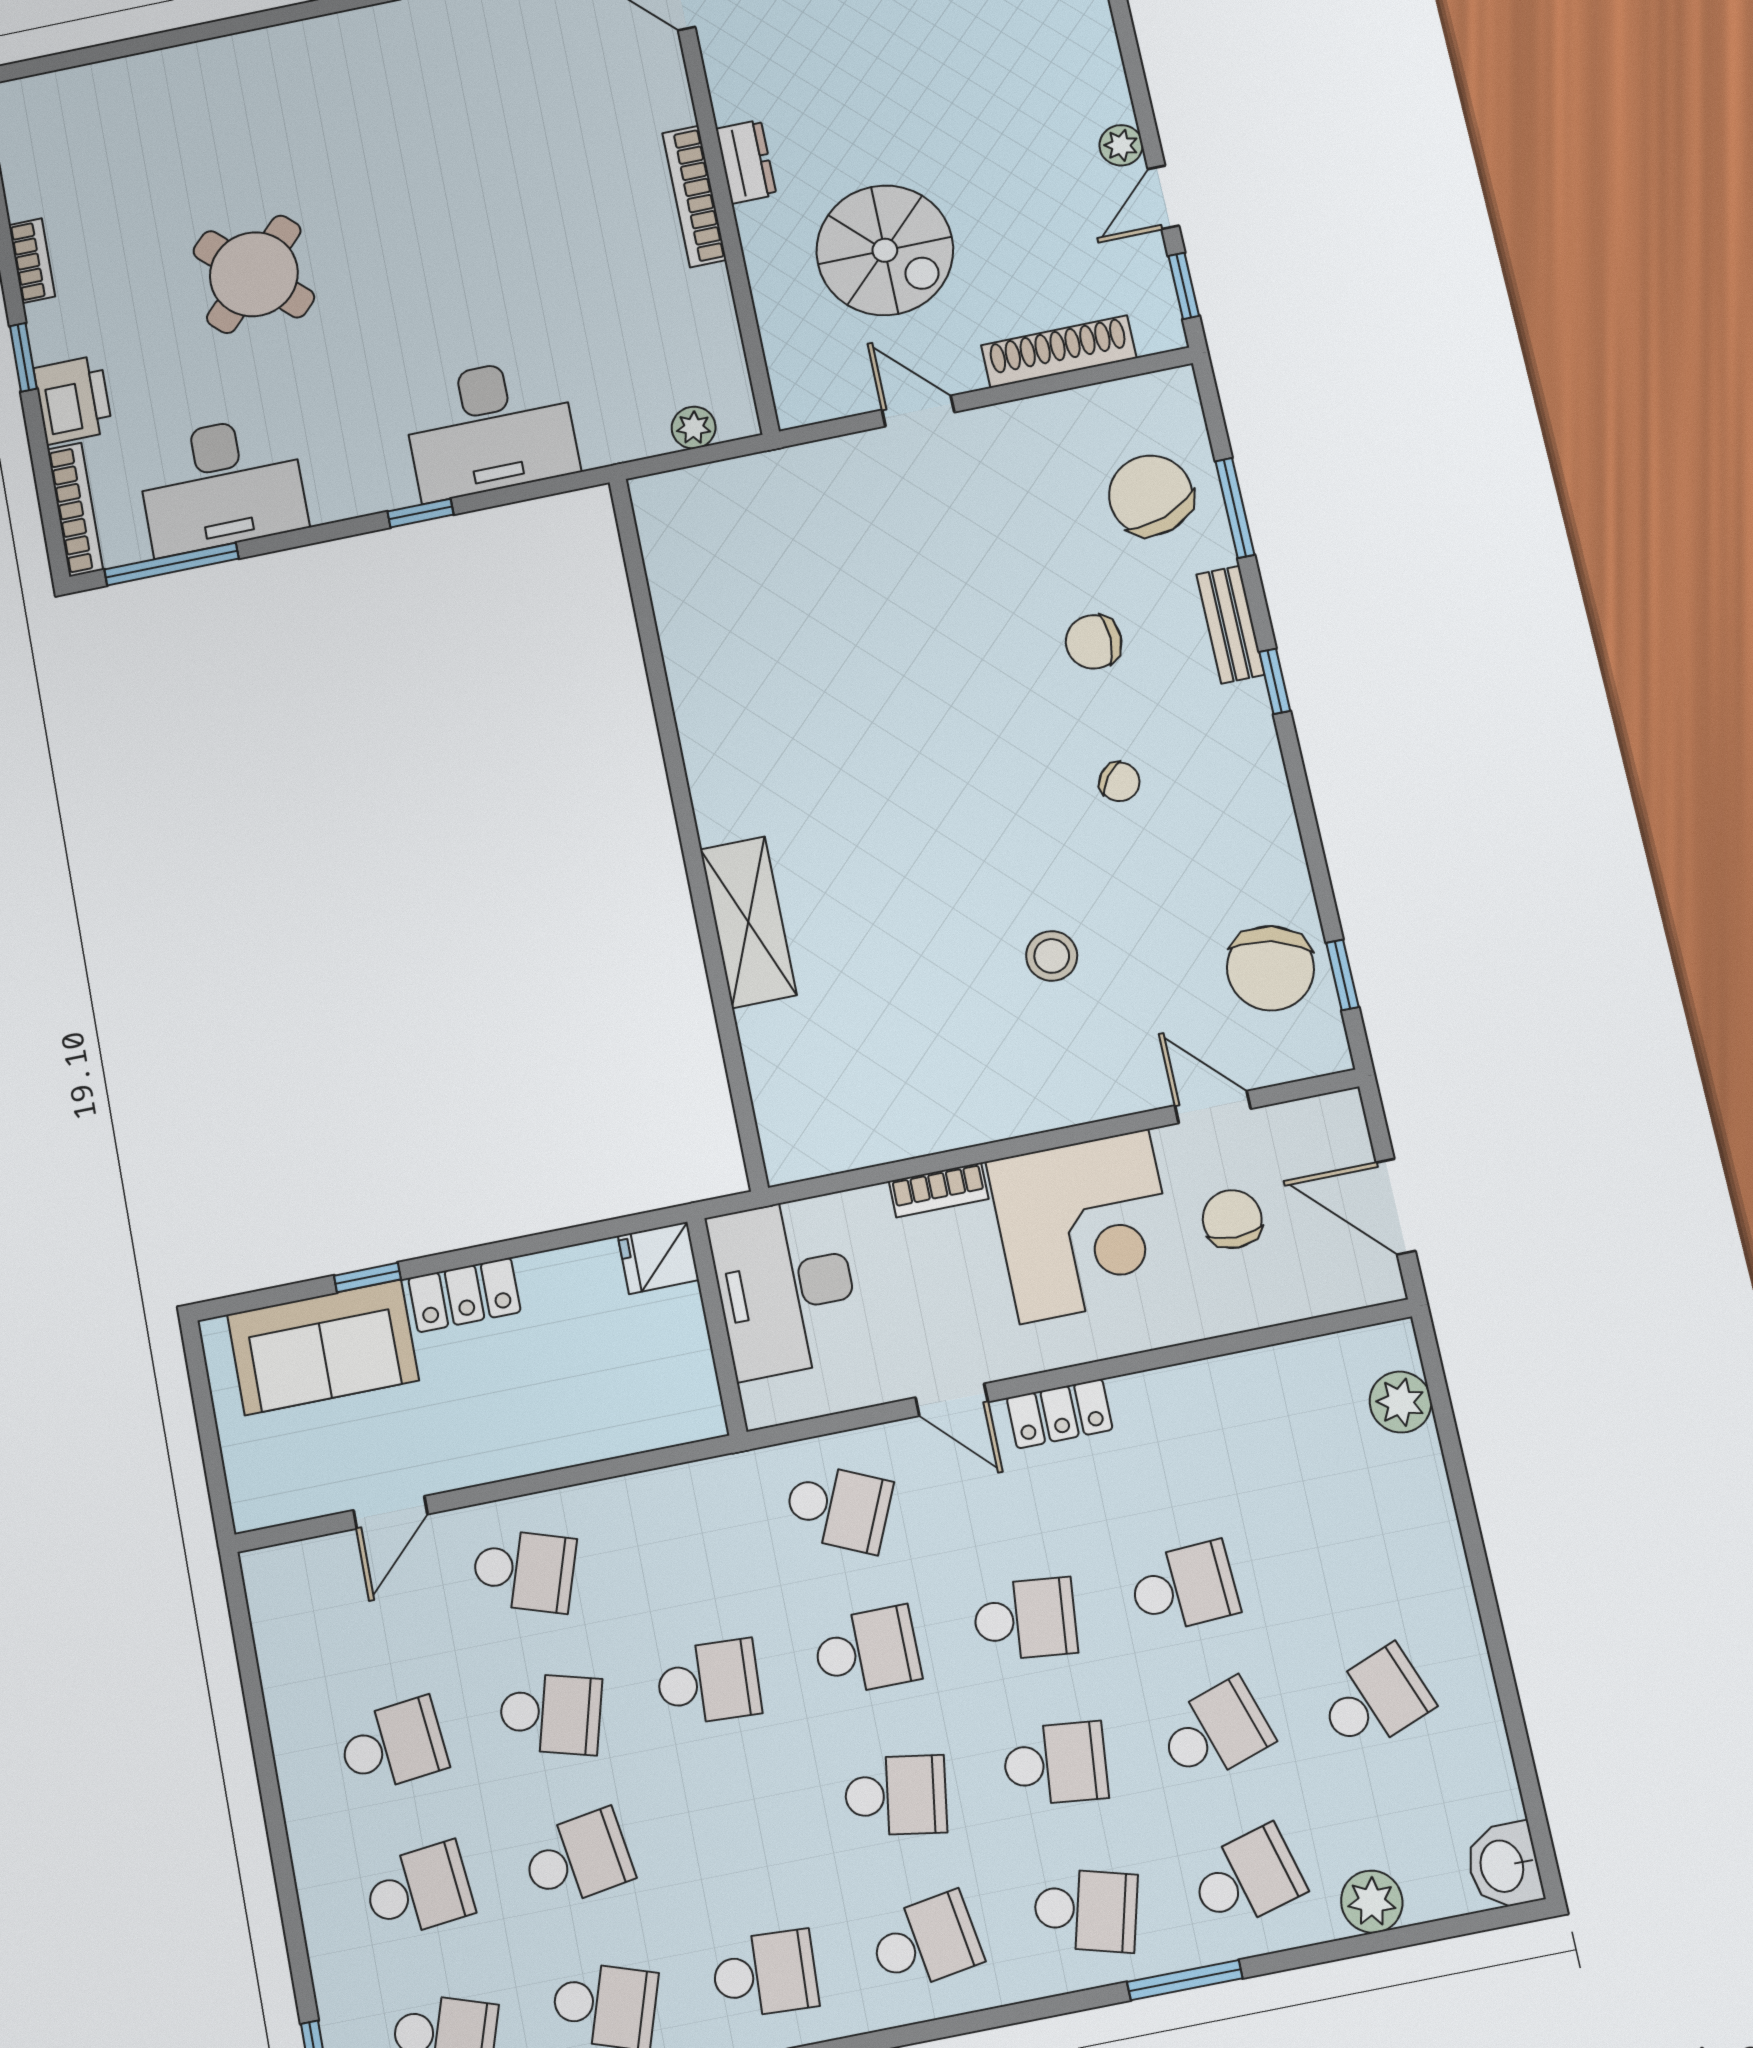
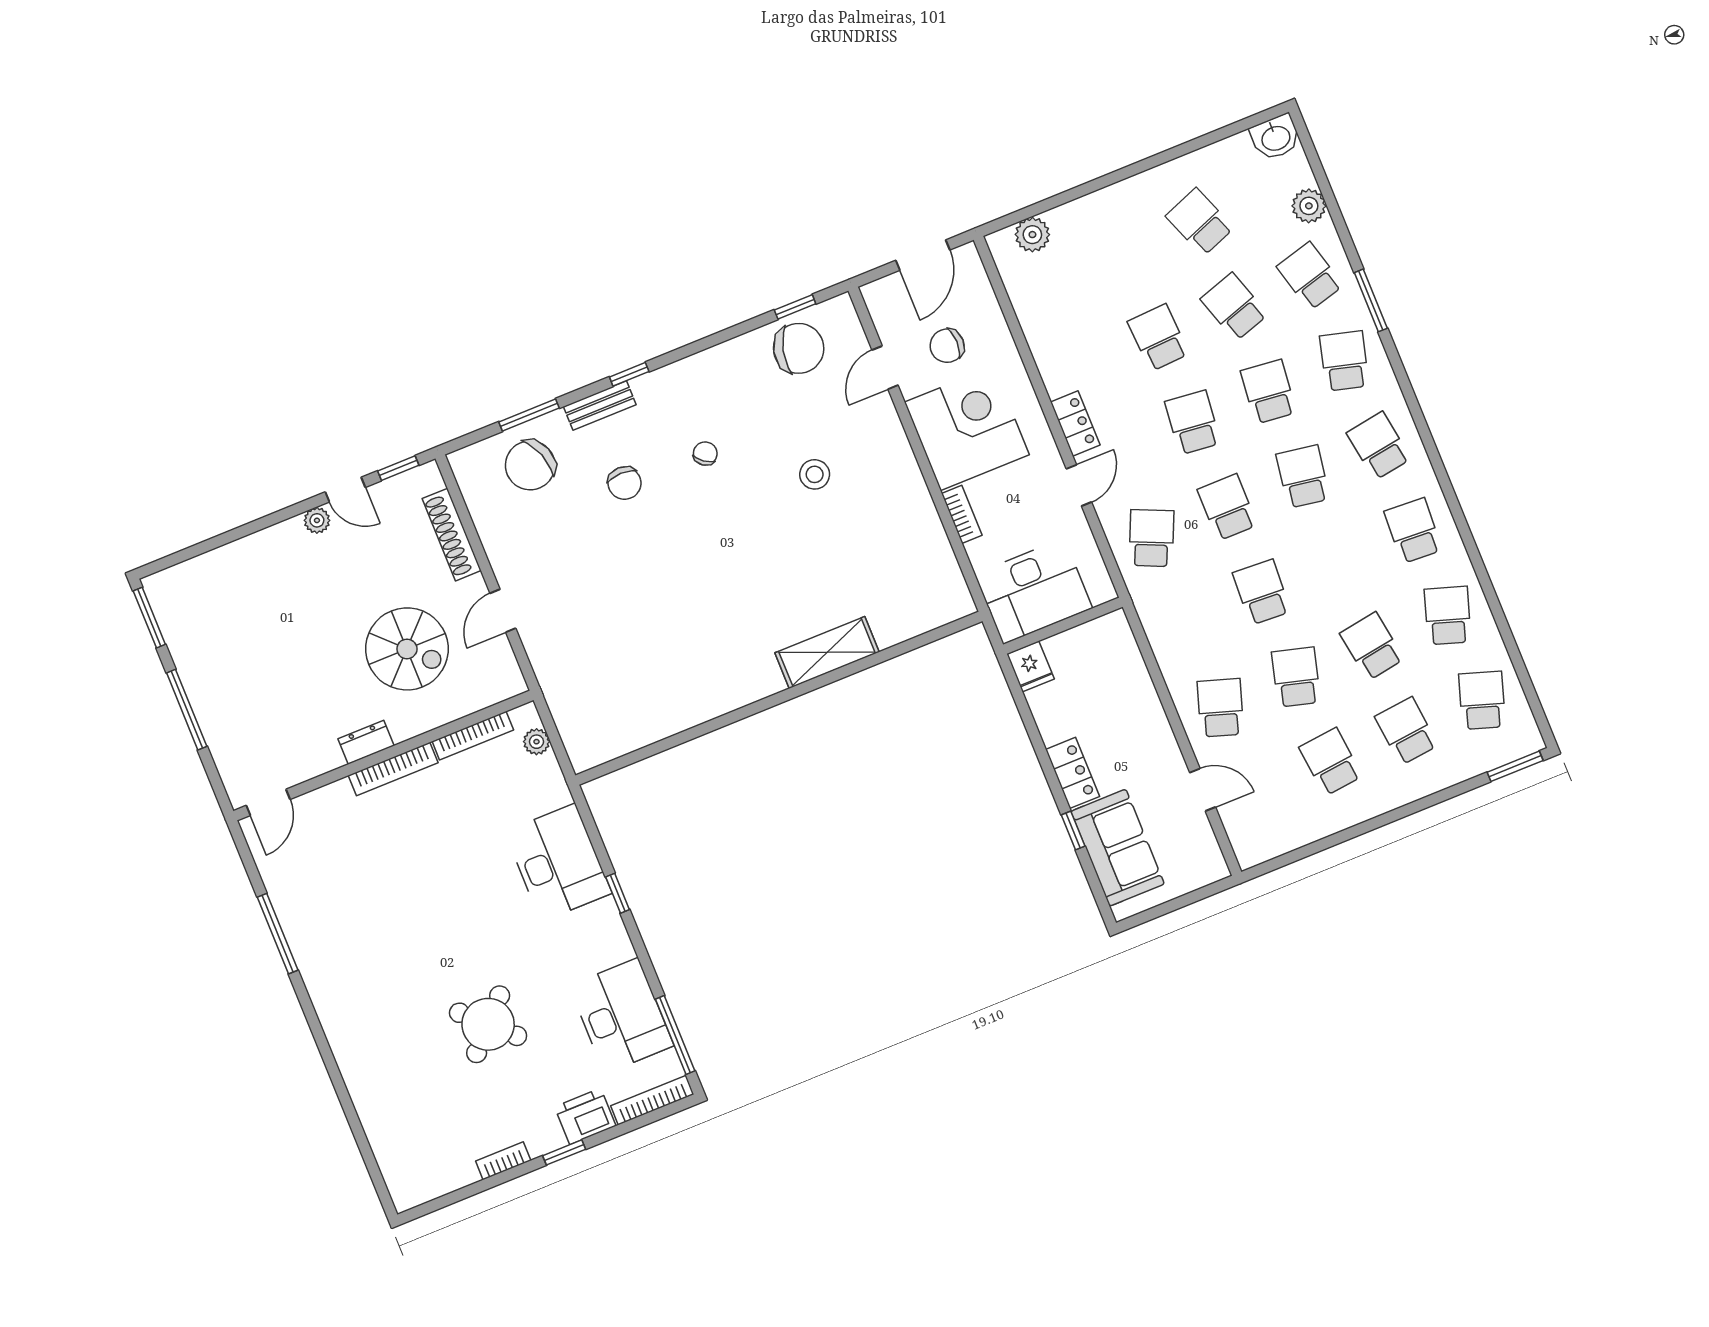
spiral stairs: (885, 250) -> (407, 649), turned 90
bookcase: (724, 329) -> (473, 736), added

